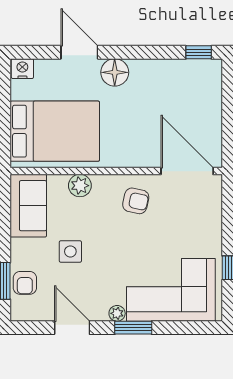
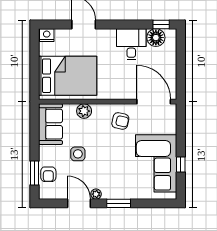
floor lamp: (115, 72) -> (156, 38), moved
desk: (153, 83) -> (131, 44), added
corner sofa: (171, 290) -> (156, 163), moved, turned -90
plant: (117, 313) -> (96, 194), moved

